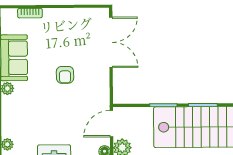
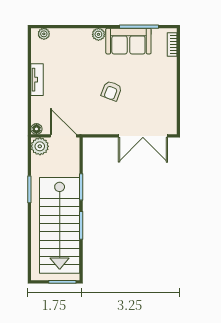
bookcase: (30, 13) -> (172, 45), moved
armchair: (65, 75) -> (111, 91), turned -69

